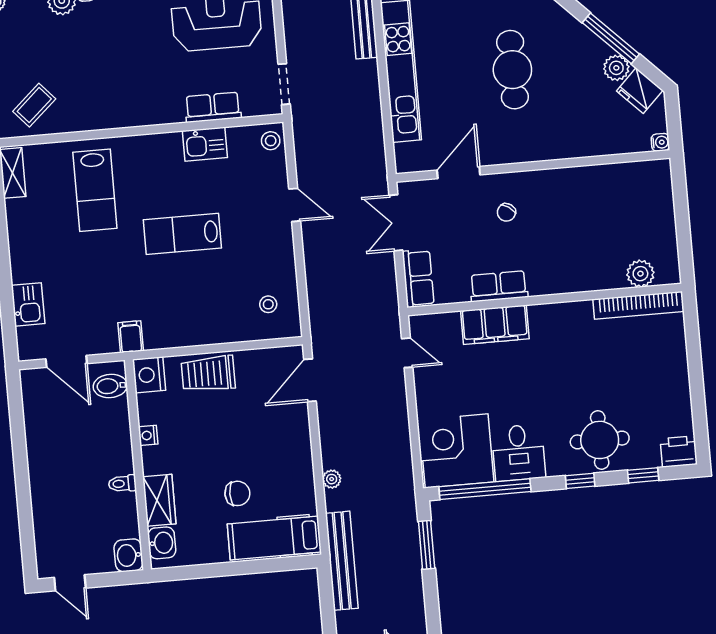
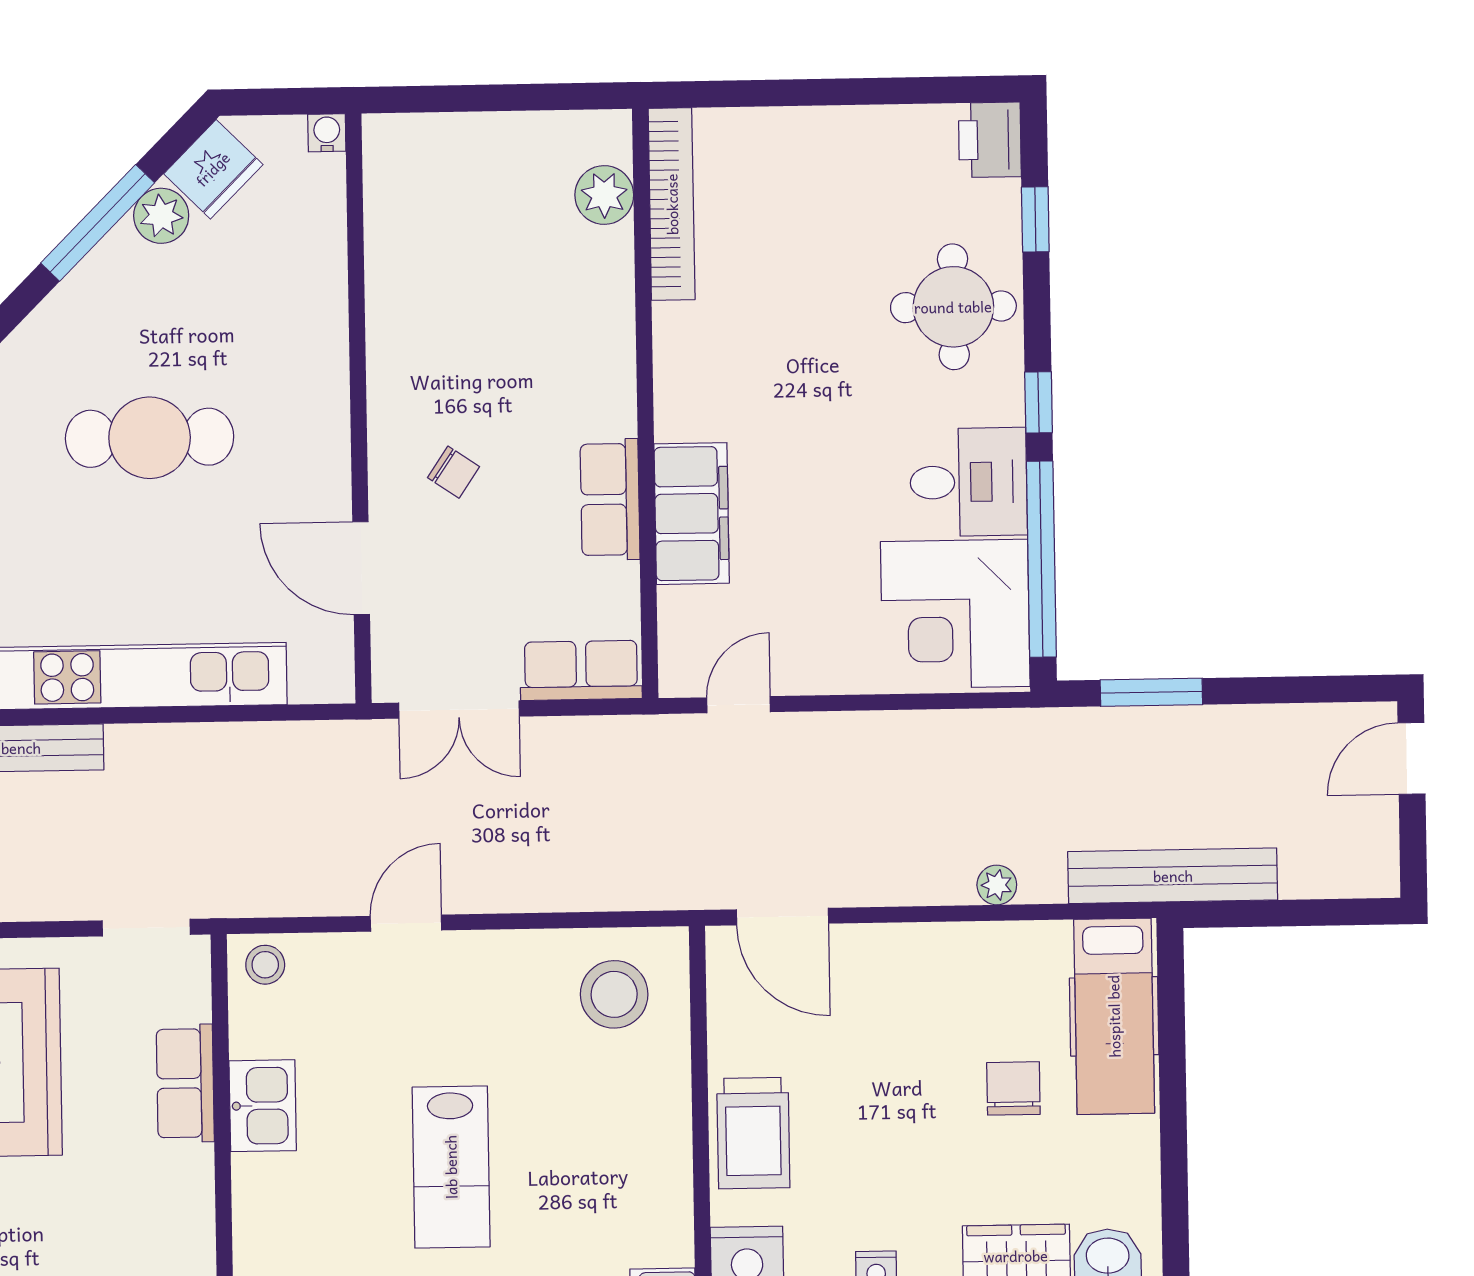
stool: (268, 304) -> (614, 994), width x1.89, depth x1.89
window: (580, 481) -> (1039, 402), moved

